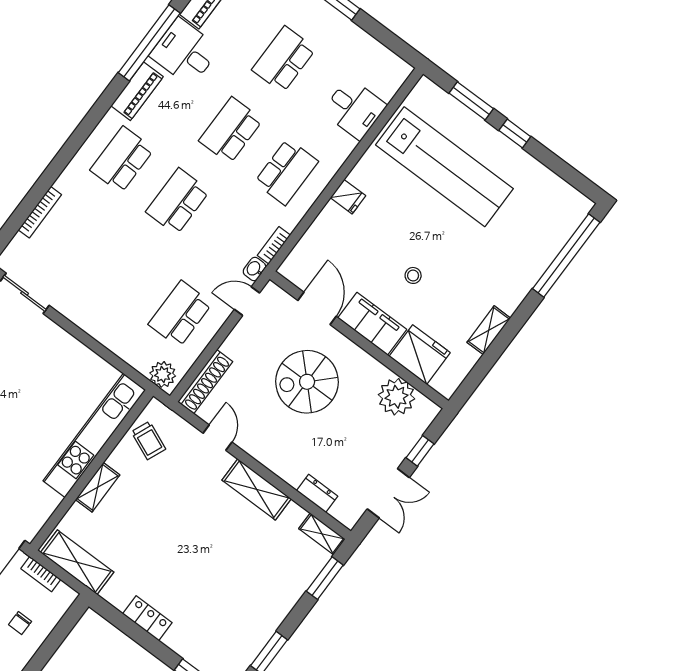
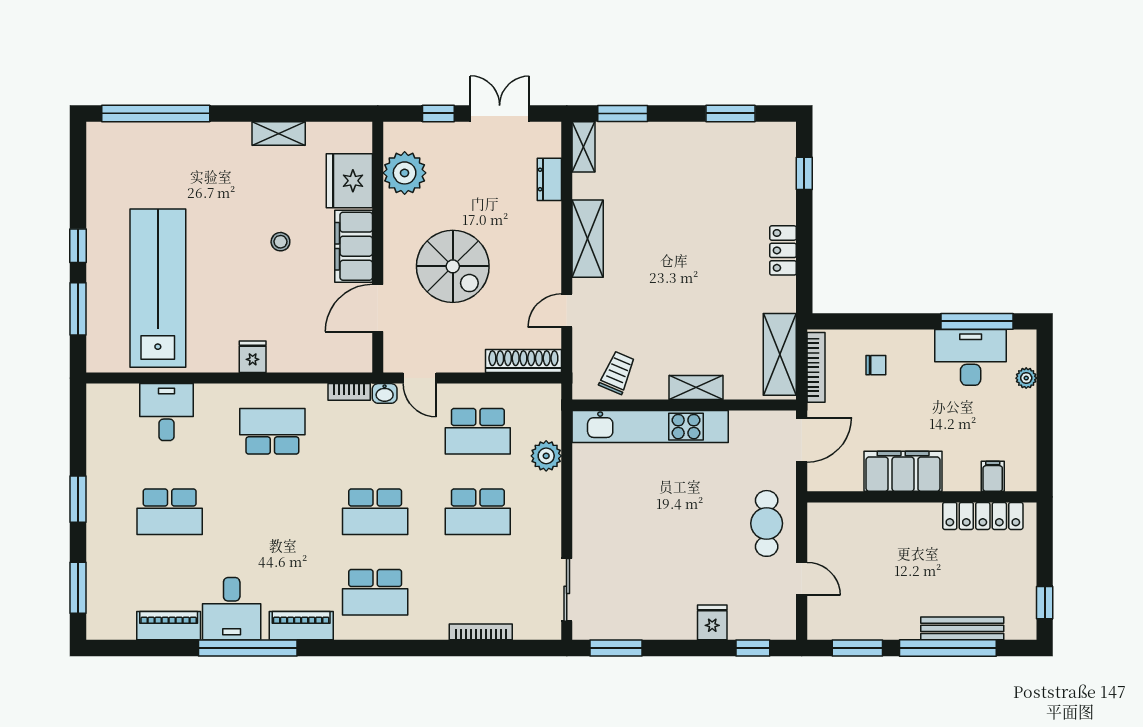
school desk: (231, 130) -> (478, 512), moved
plant: (163, 374) -> (546, 456), moved
bookcase: (41, 574) -> (816, 367), width x1.56

